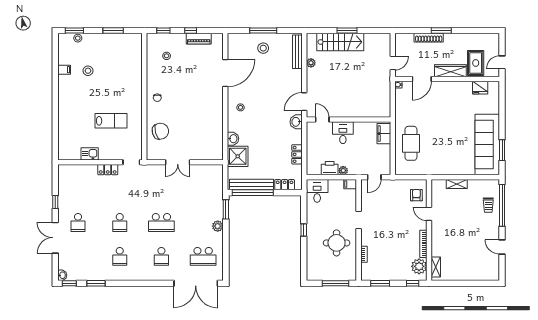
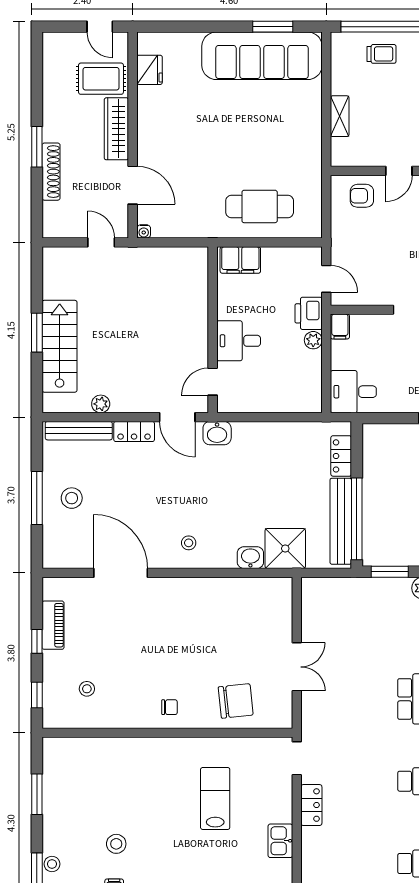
chair: (160, 131) -> (236, 701), turned 100
locker: (297, 154) -> (134, 432), moved
printer: (330, 168) -> (309, 313), moved

